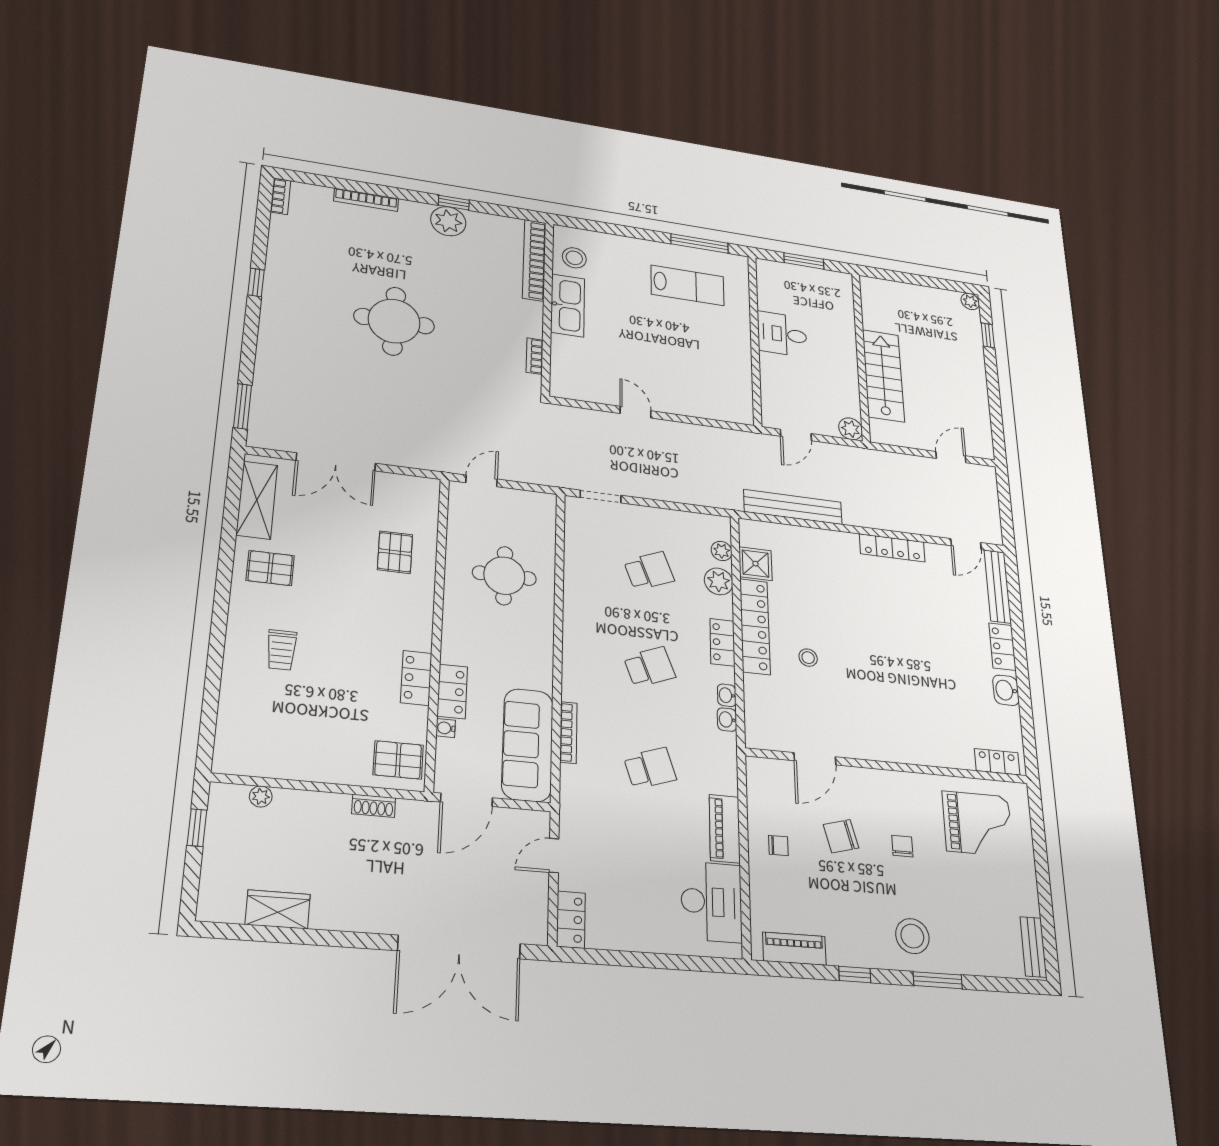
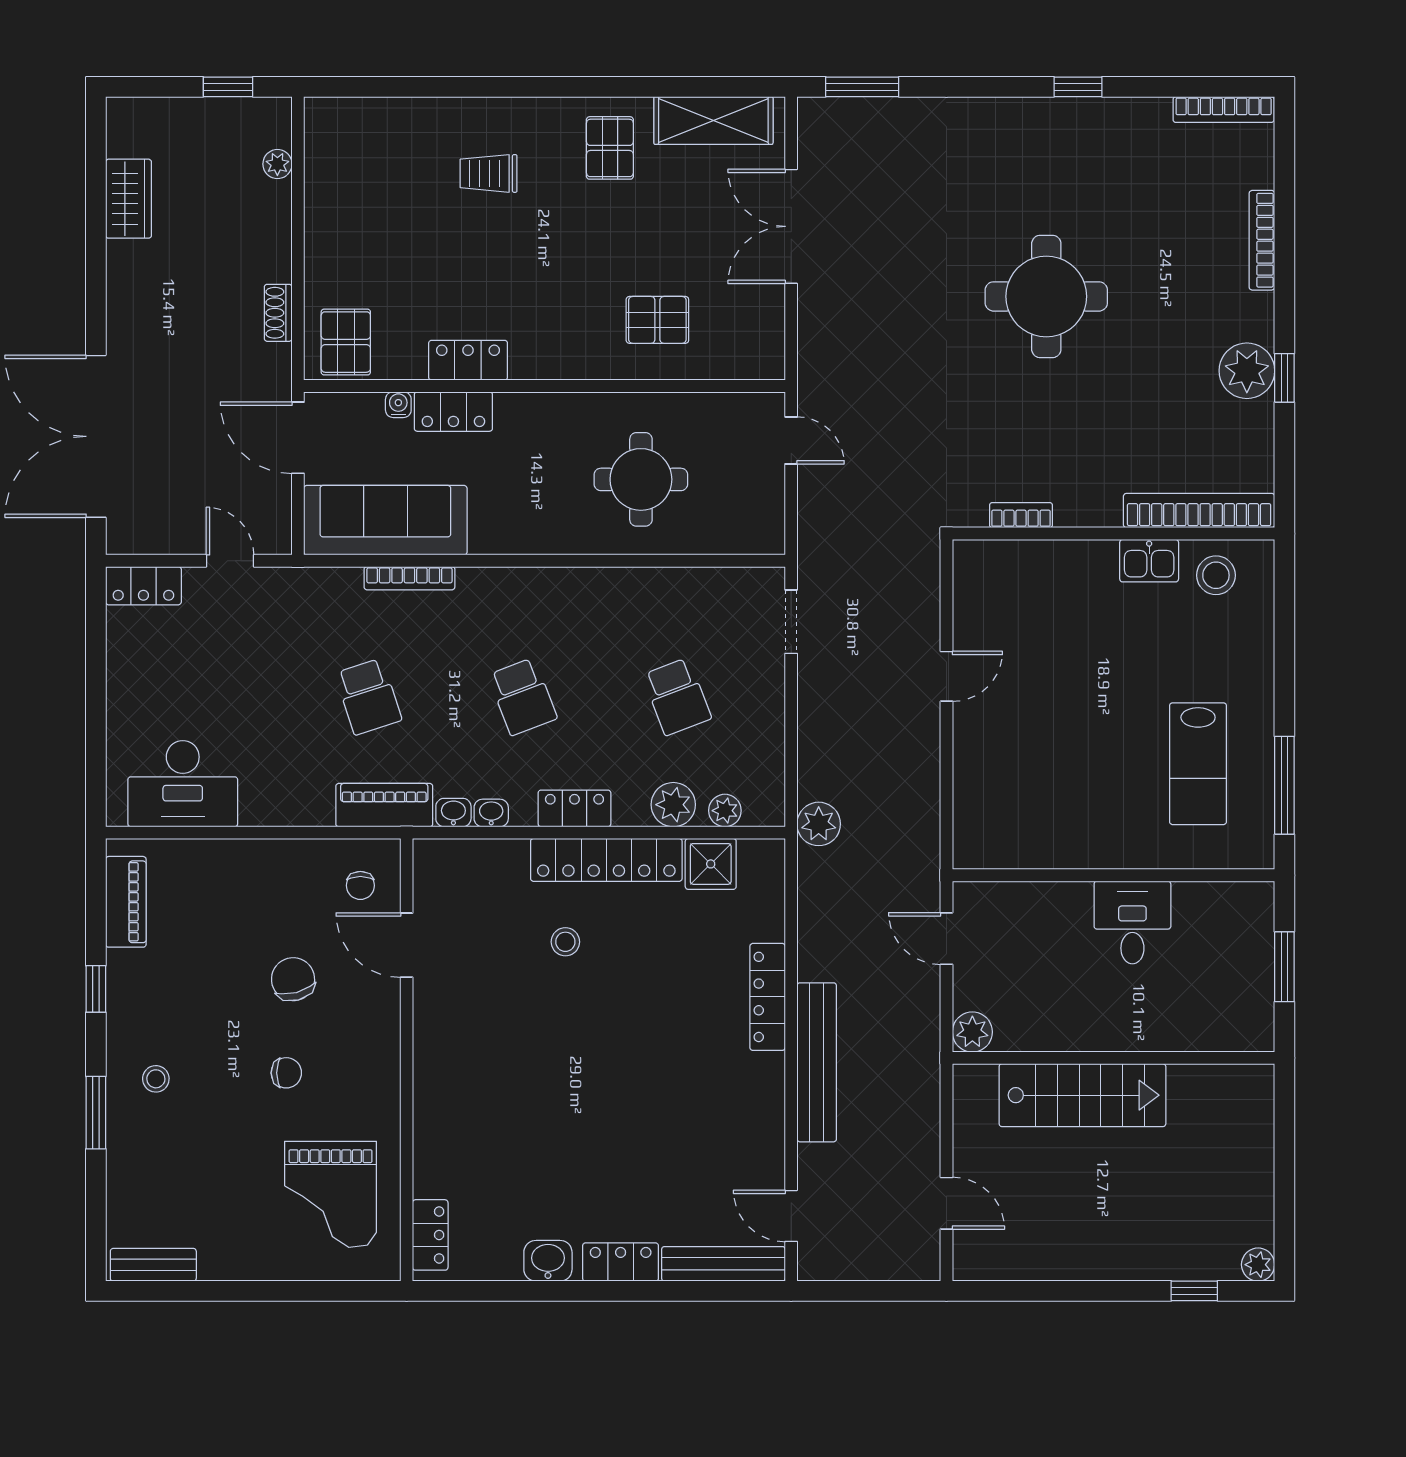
bookcase: (281, 196) -> (1224, 110), width x1.56
kitchen sink: (568, 305) -> (1149, 561), width x0.53, depth x0.81
plant: (729, 497) -> (819, 824), added
bench: (793, 507) -> (817, 1062), moved
locker: (892, 548) -> (768, 997), moved
piano: (725, 829) -> (384, 805), moved
chair: (778, 846) -> (360, 885), moved
stool: (912, 936) -> (156, 1079), width x0.53, depth x0.53

